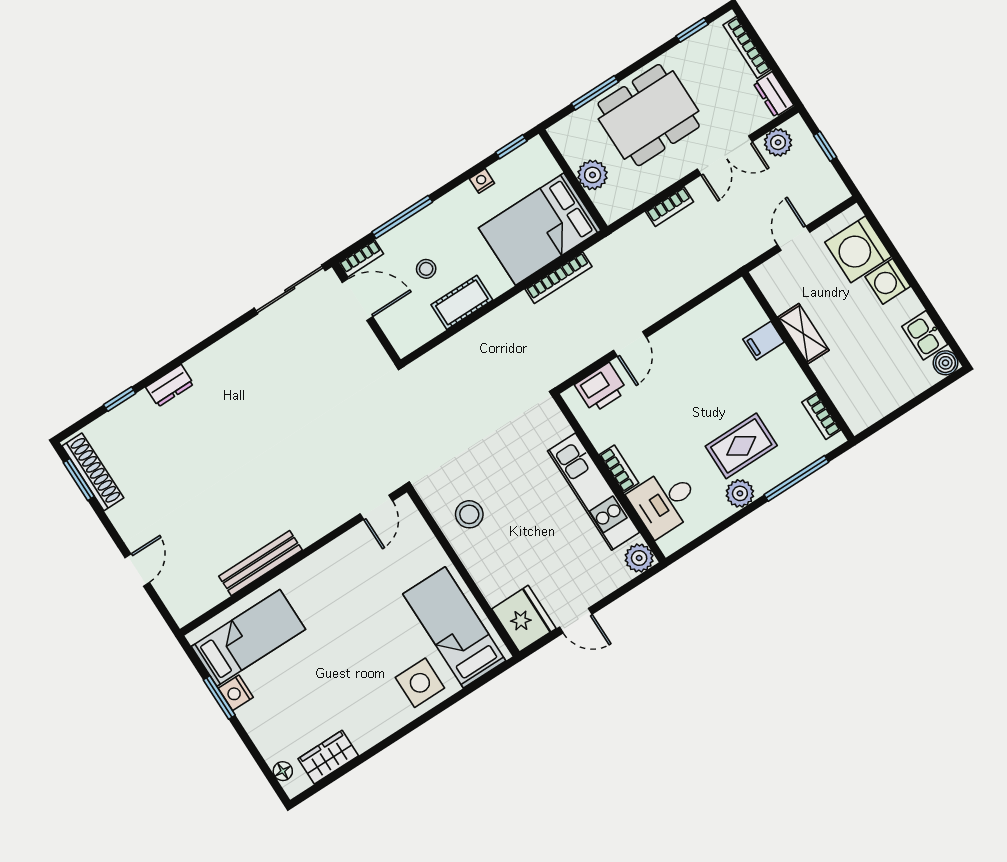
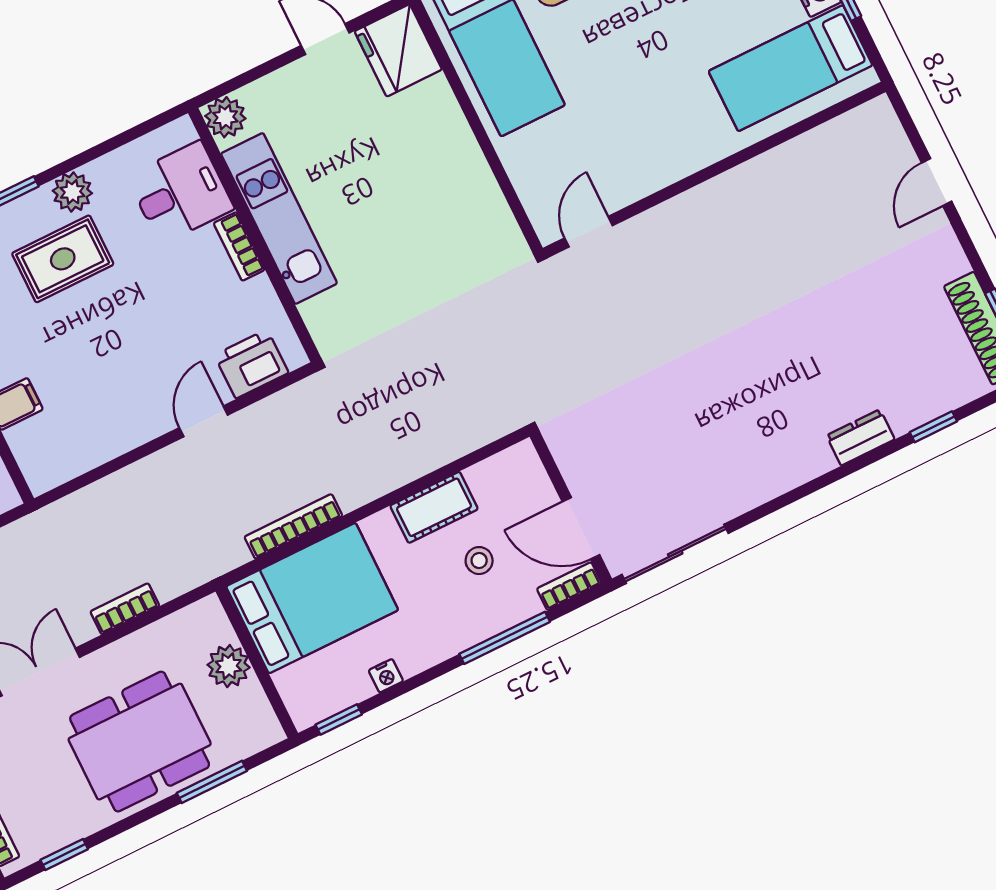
stool: (469, 514) -> (458, 207), removed
bench: (260, 563) -> (761, 172), removed

